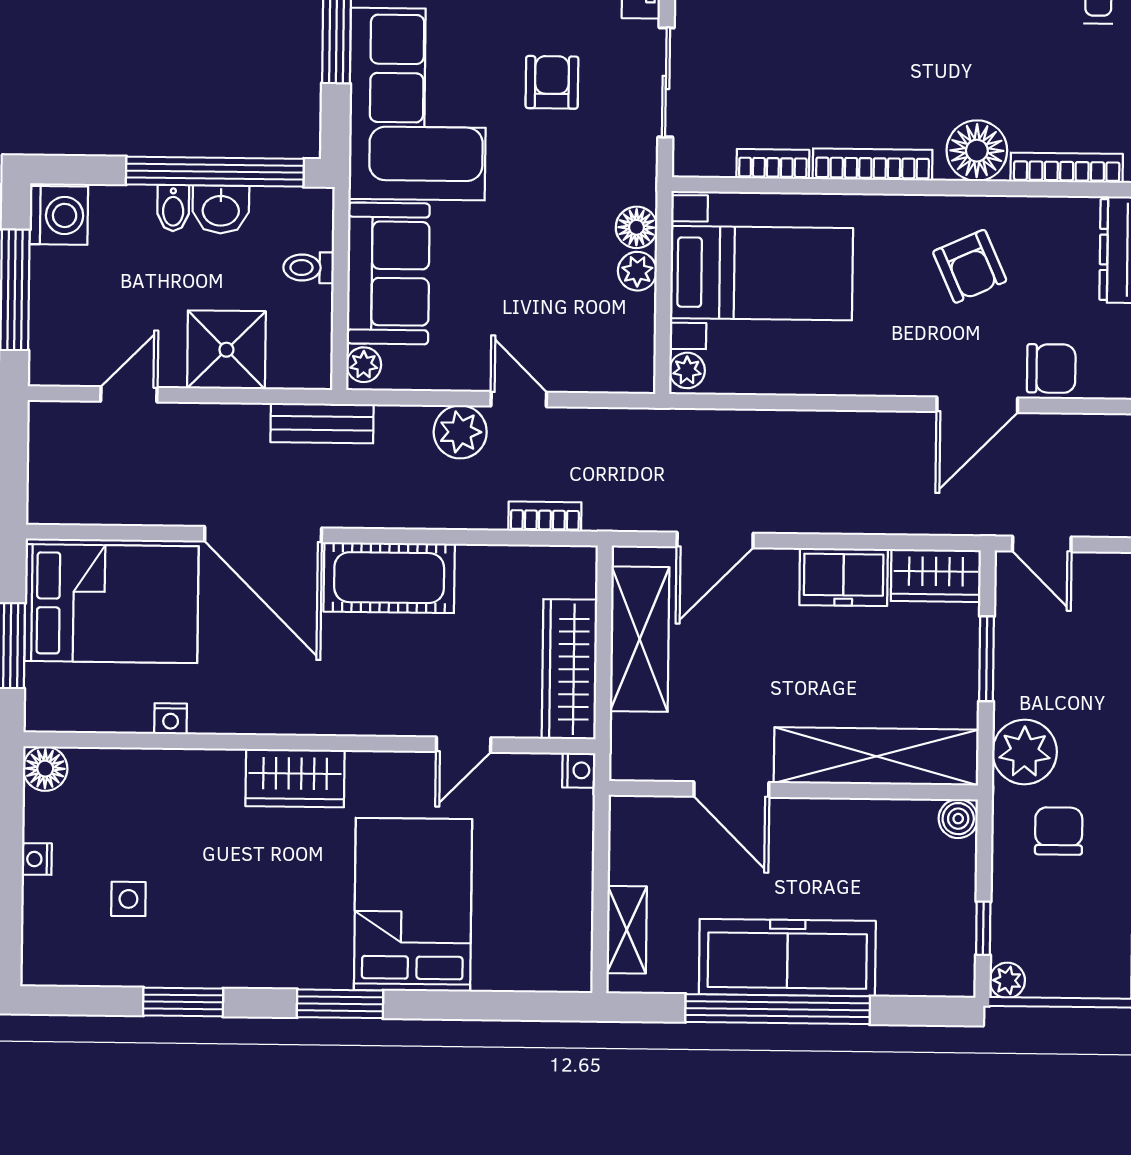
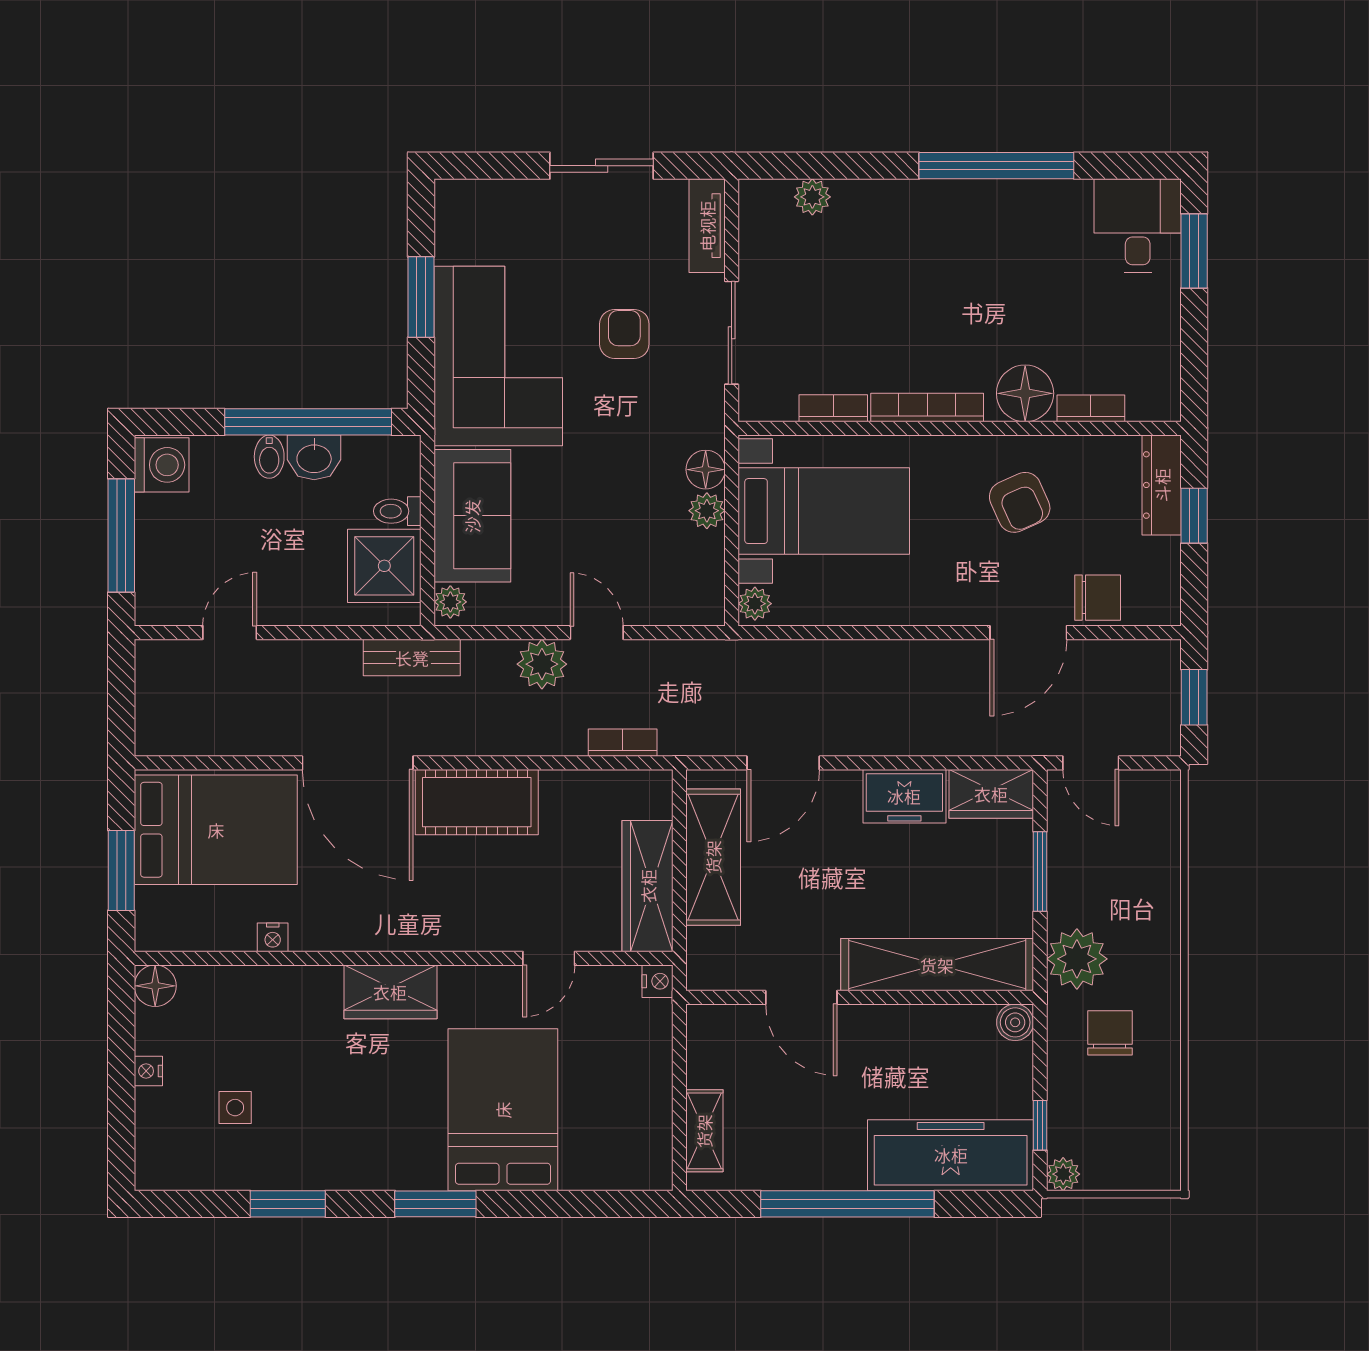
bookcase: (1067, 168) -> (1091, 408), width x0.64
shower: (226, 350) -> (384, 566), moved
freezer: (787, 958) -> (951, 1155), moved

